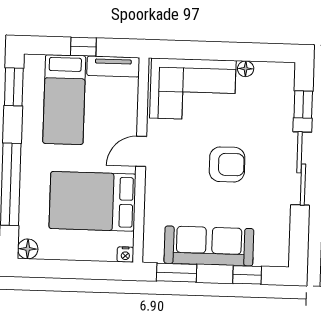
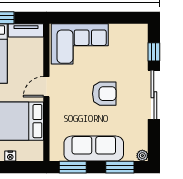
floor lamp: (246, 69) -> (115, 29), removed
nightstand: (125, 255) -> (10, 156), moved
plant: (281, 259) -> (142, 156), added
window: (247, 275) -> (120, 167), width x1.50

